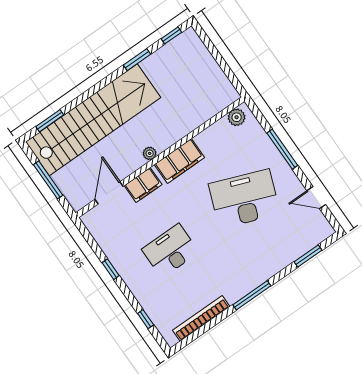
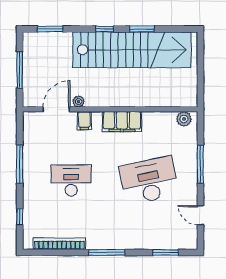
window: (171, 35) -> (105, 29), moved
stairs: (93, 120) -> (132, 50), moved
plant: (150, 153) -> (78, 101), moved
filing cabinet: (143, 185) -> (84, 121), width x0.50
desk: (244, 199) -> (149, 181), turned -33
window: (111, 269) -> (20, 164), width x2.17

